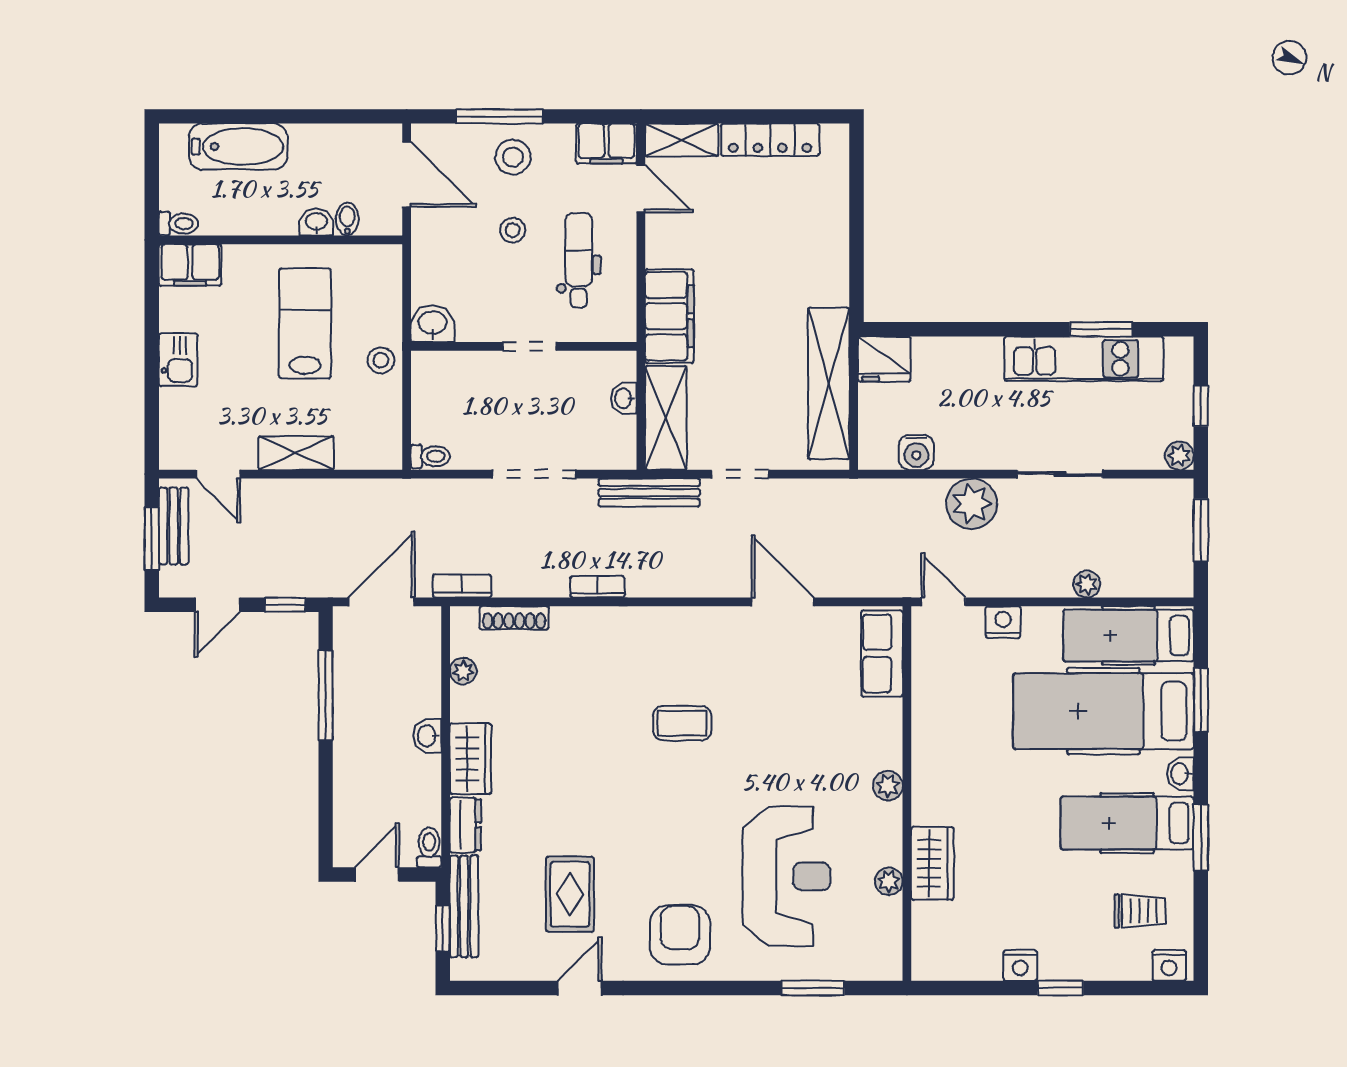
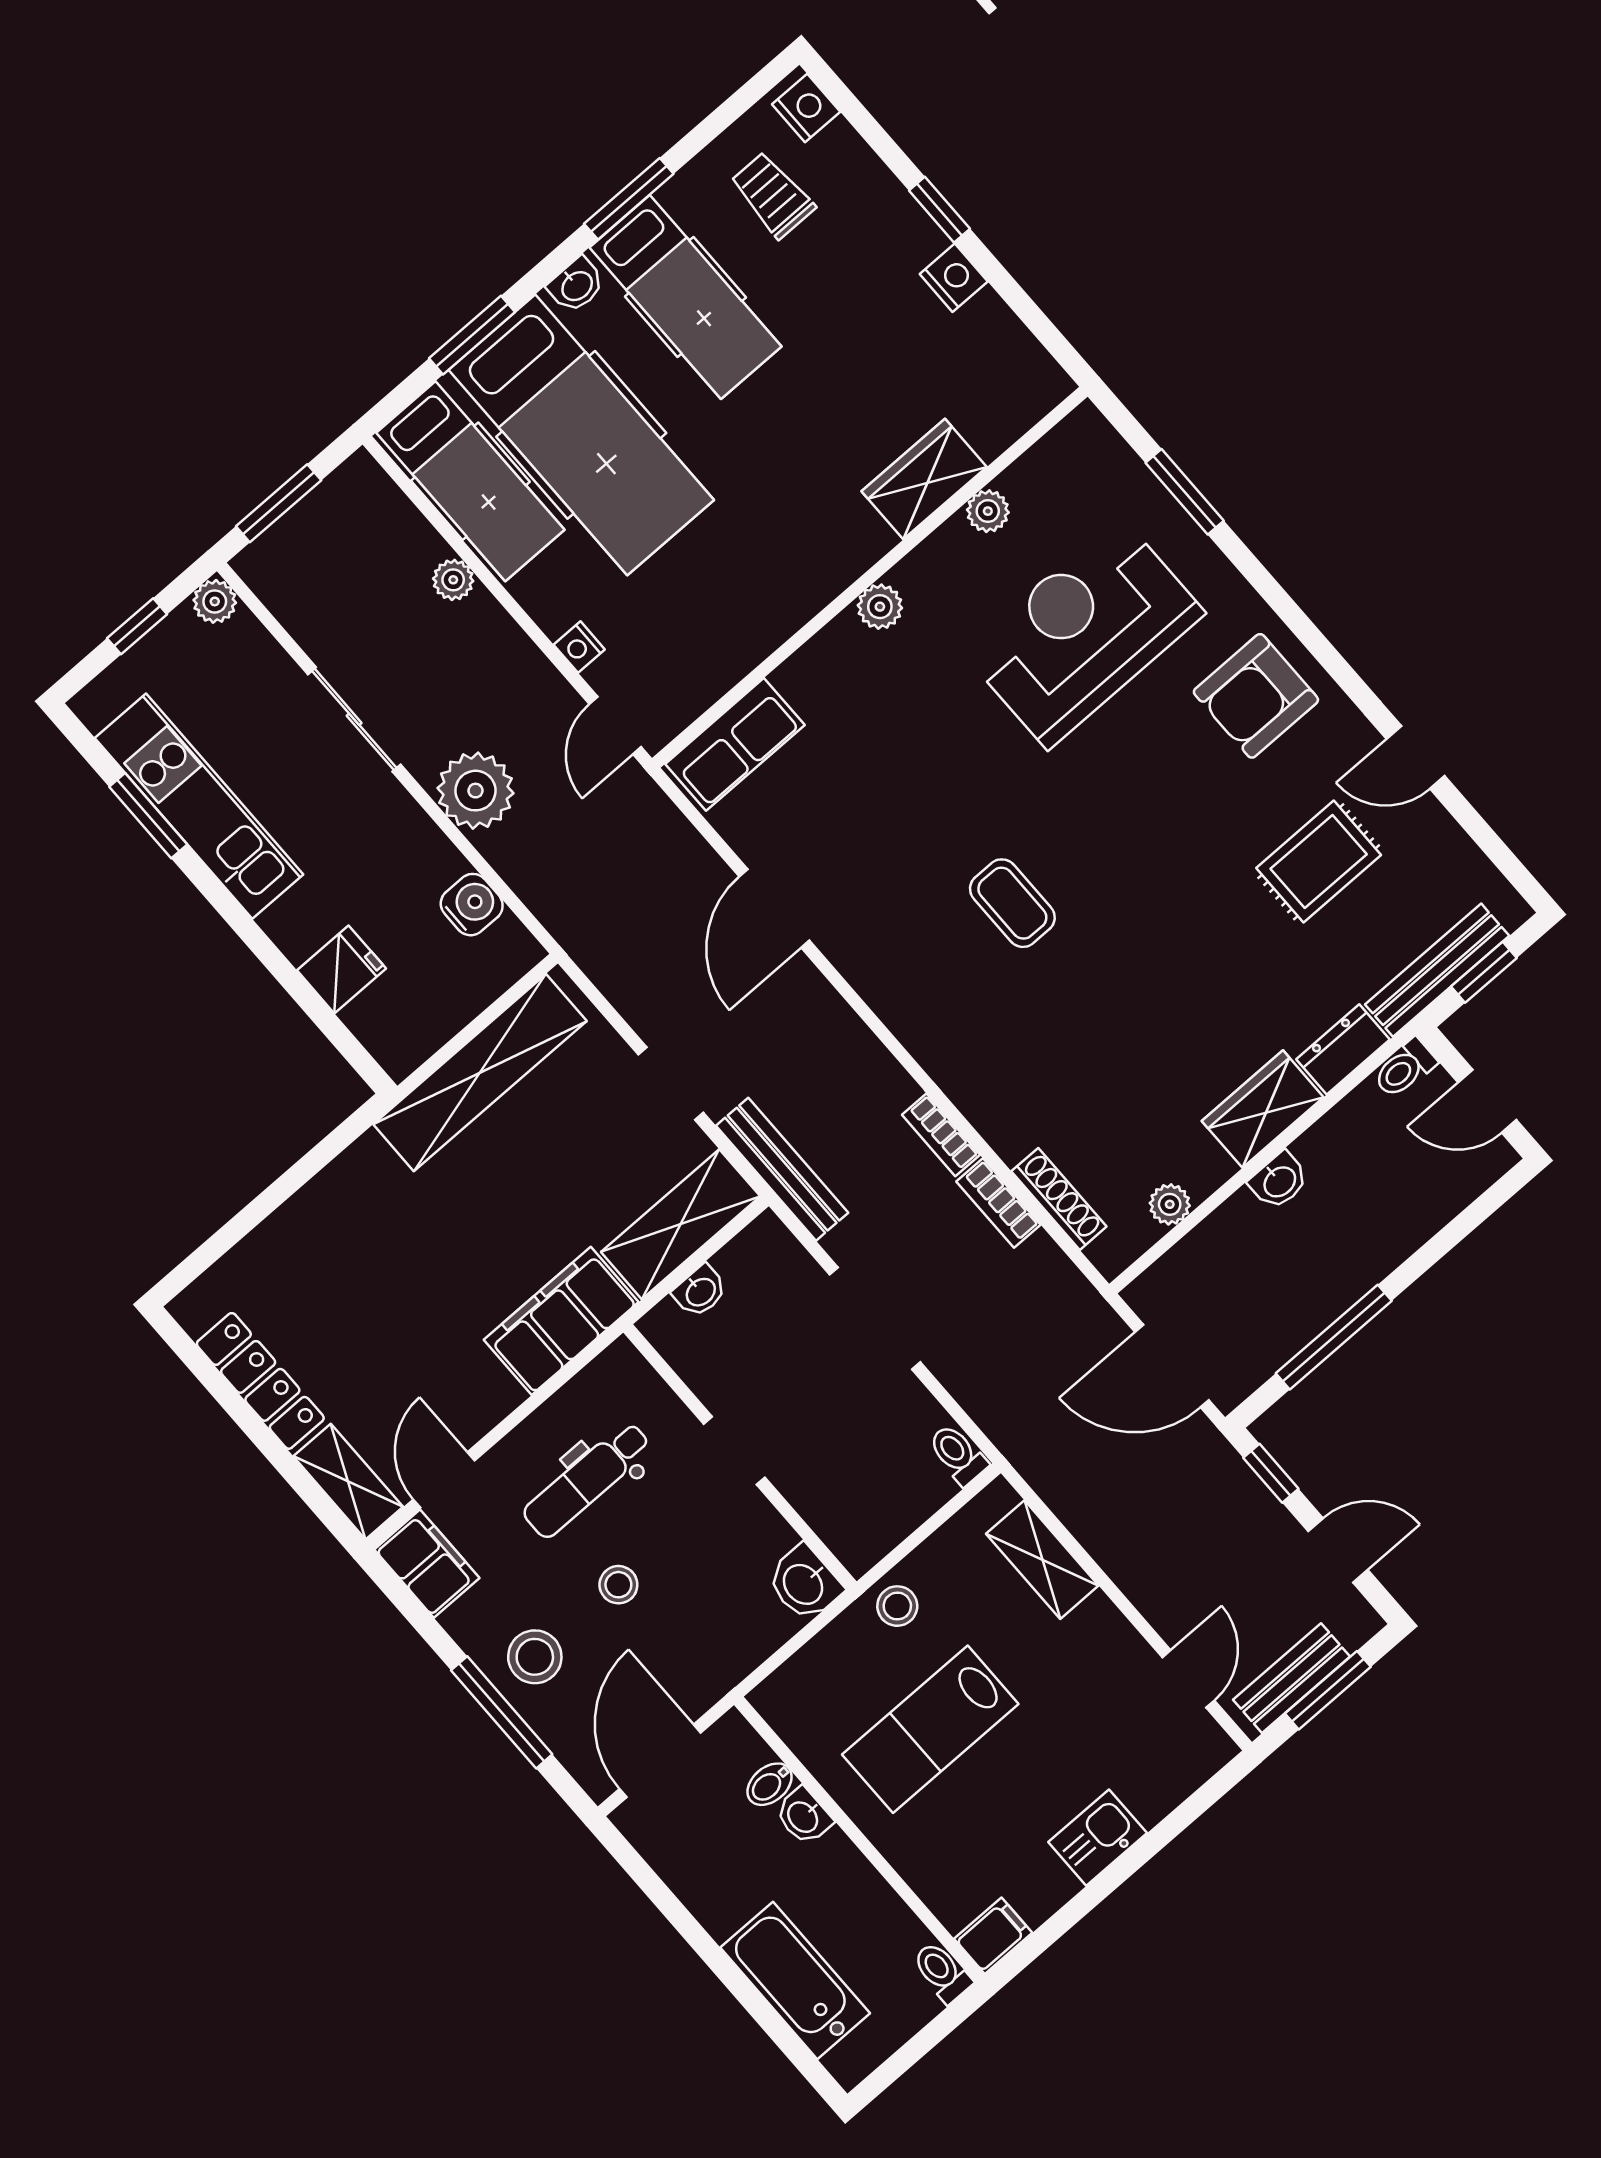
filing cabinet: (190, 265) -> (993, 1936), width x0.50
fridge: (884, 359) -> (341, 969), moved, width x0.72
shelving: (296, 453) -> (1042, 1560), moved
bookcase: (462, 586) -> (998, 1203), moved
nightstand: (1003, 622) -> (579, 647), width x0.72, depth x0.74

